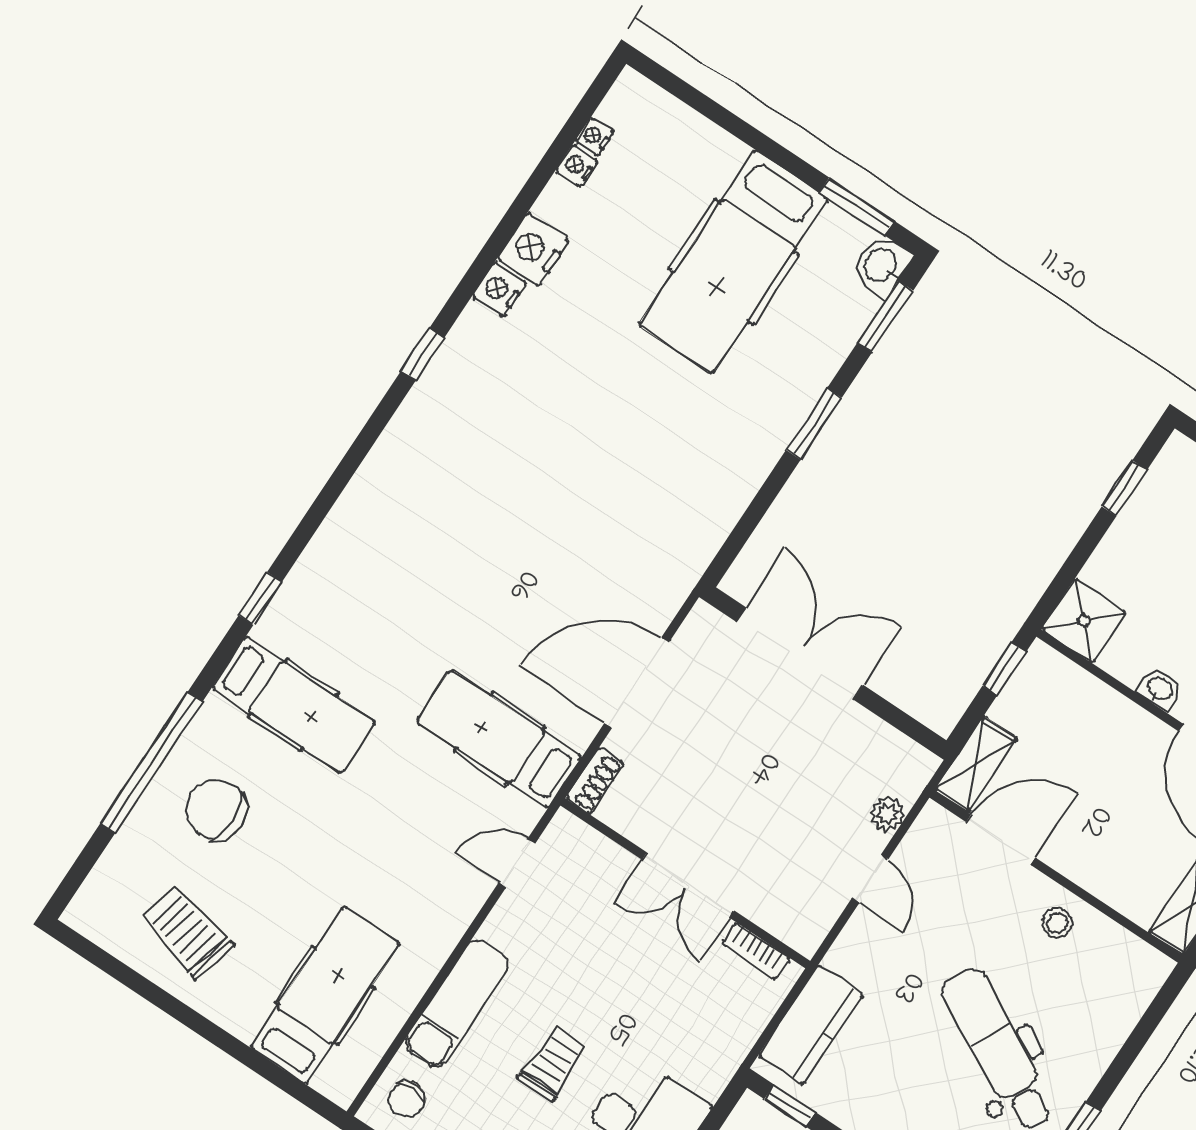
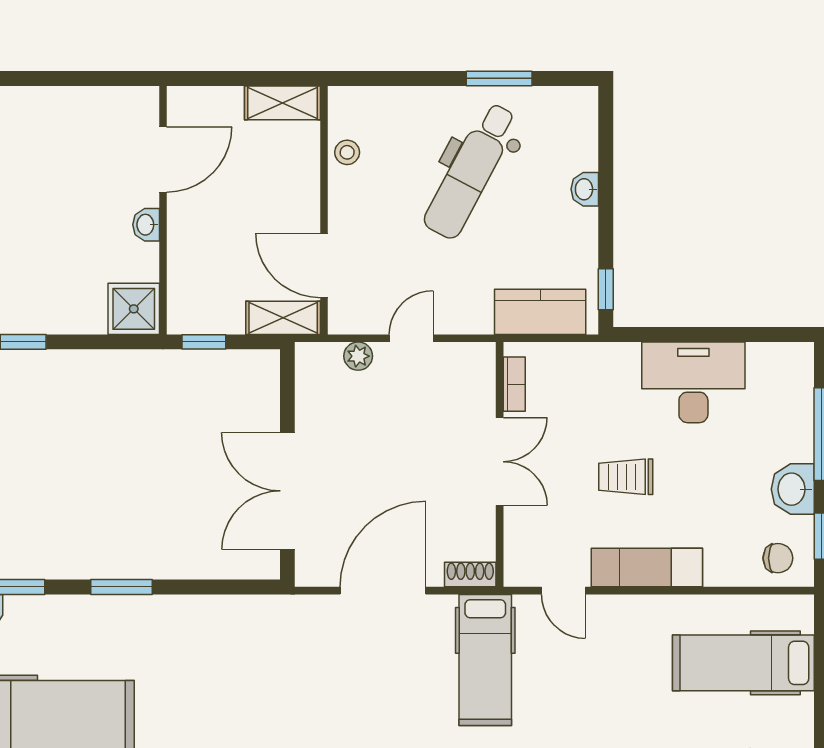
door: (637, 683) -> (383, 591), swing flipped
stool: (1057, 923) -> (347, 152), moved
exam couch: (457, 1004) -> (647, 568), moved
trolley: (553, 1063) -> (626, 477), moved

